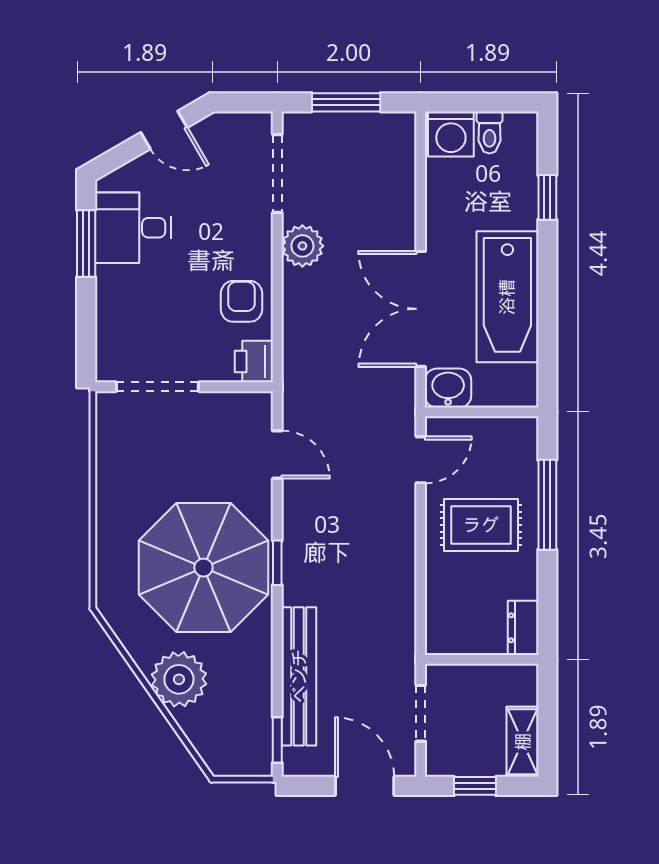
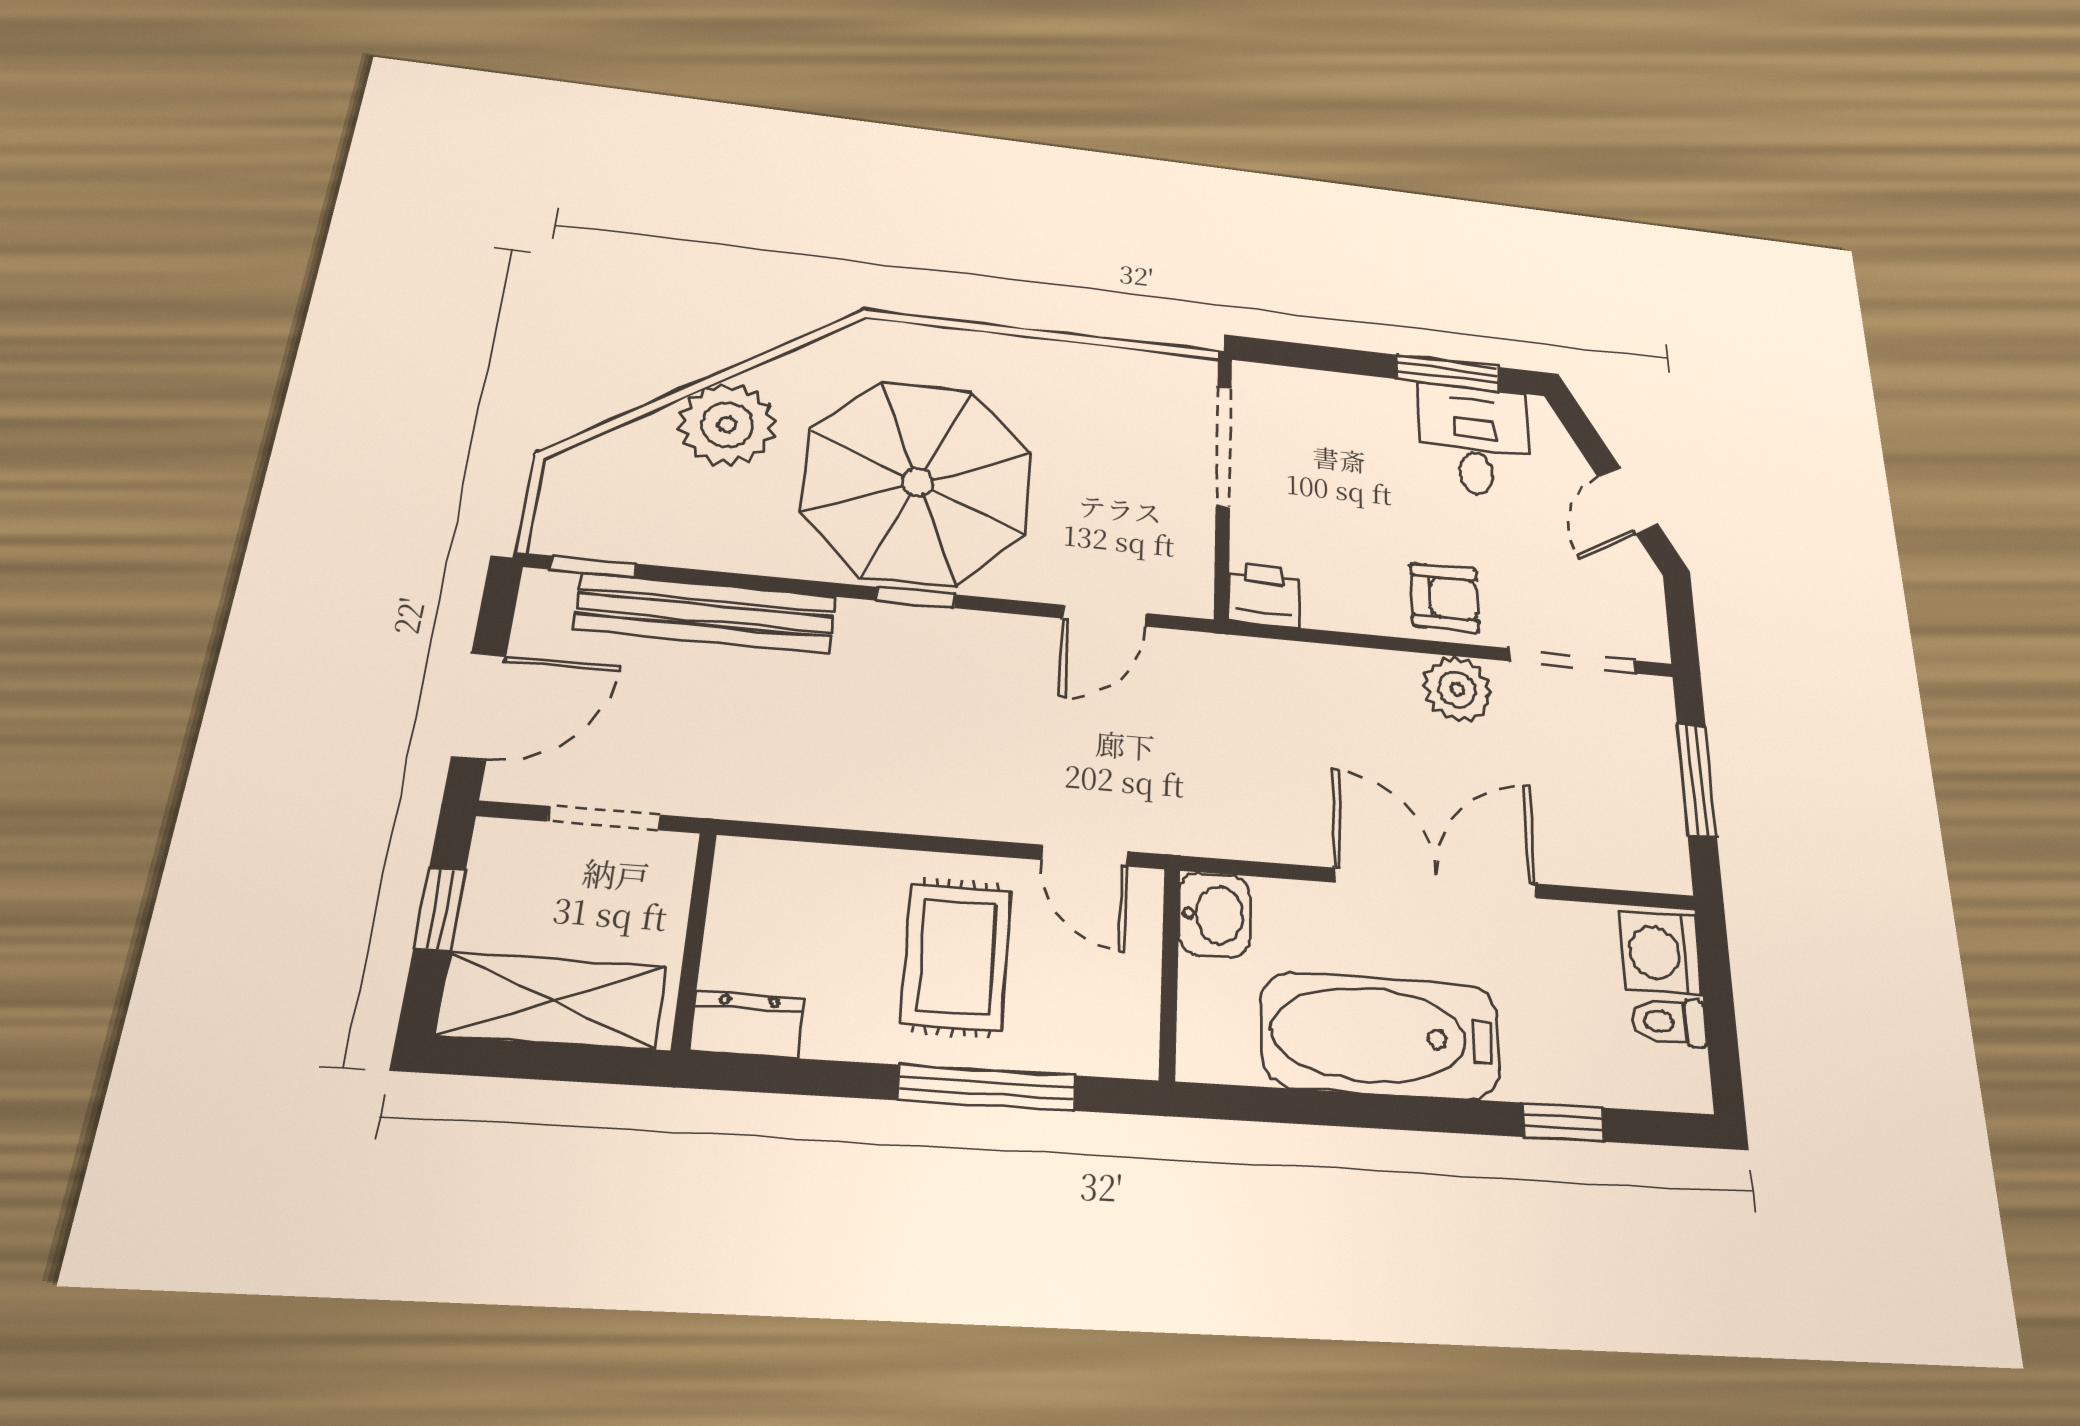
armchair: (241, 301) -> (1445, 597), moved
double door: (421, 309) -> (1436, 883), moved
shelving: (523, 742) -> (552, 1001), width x1.50, depth x1.33

